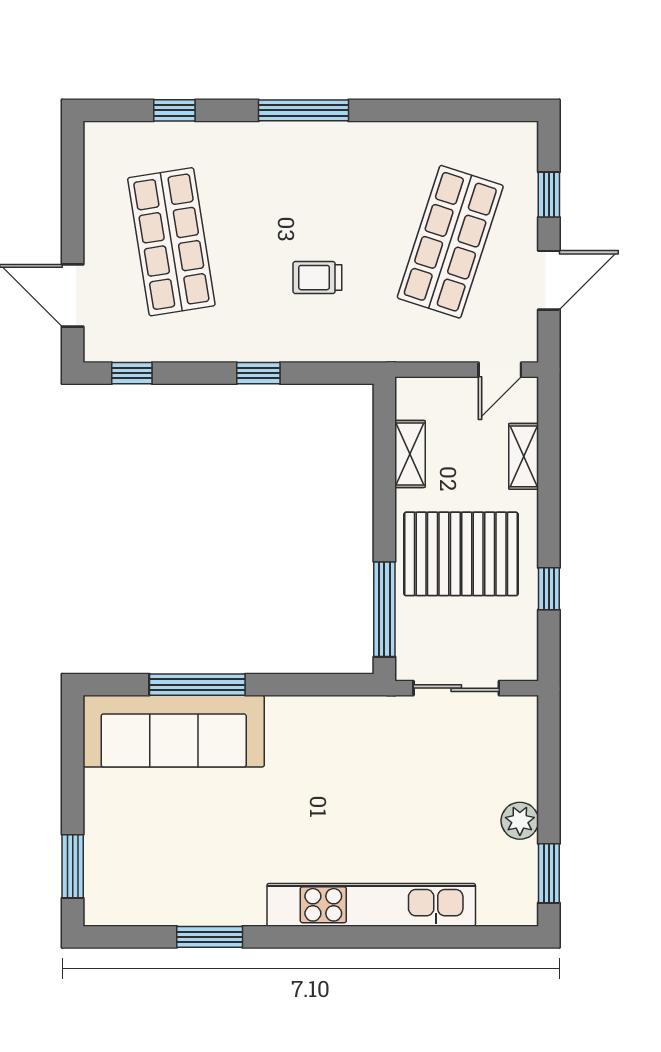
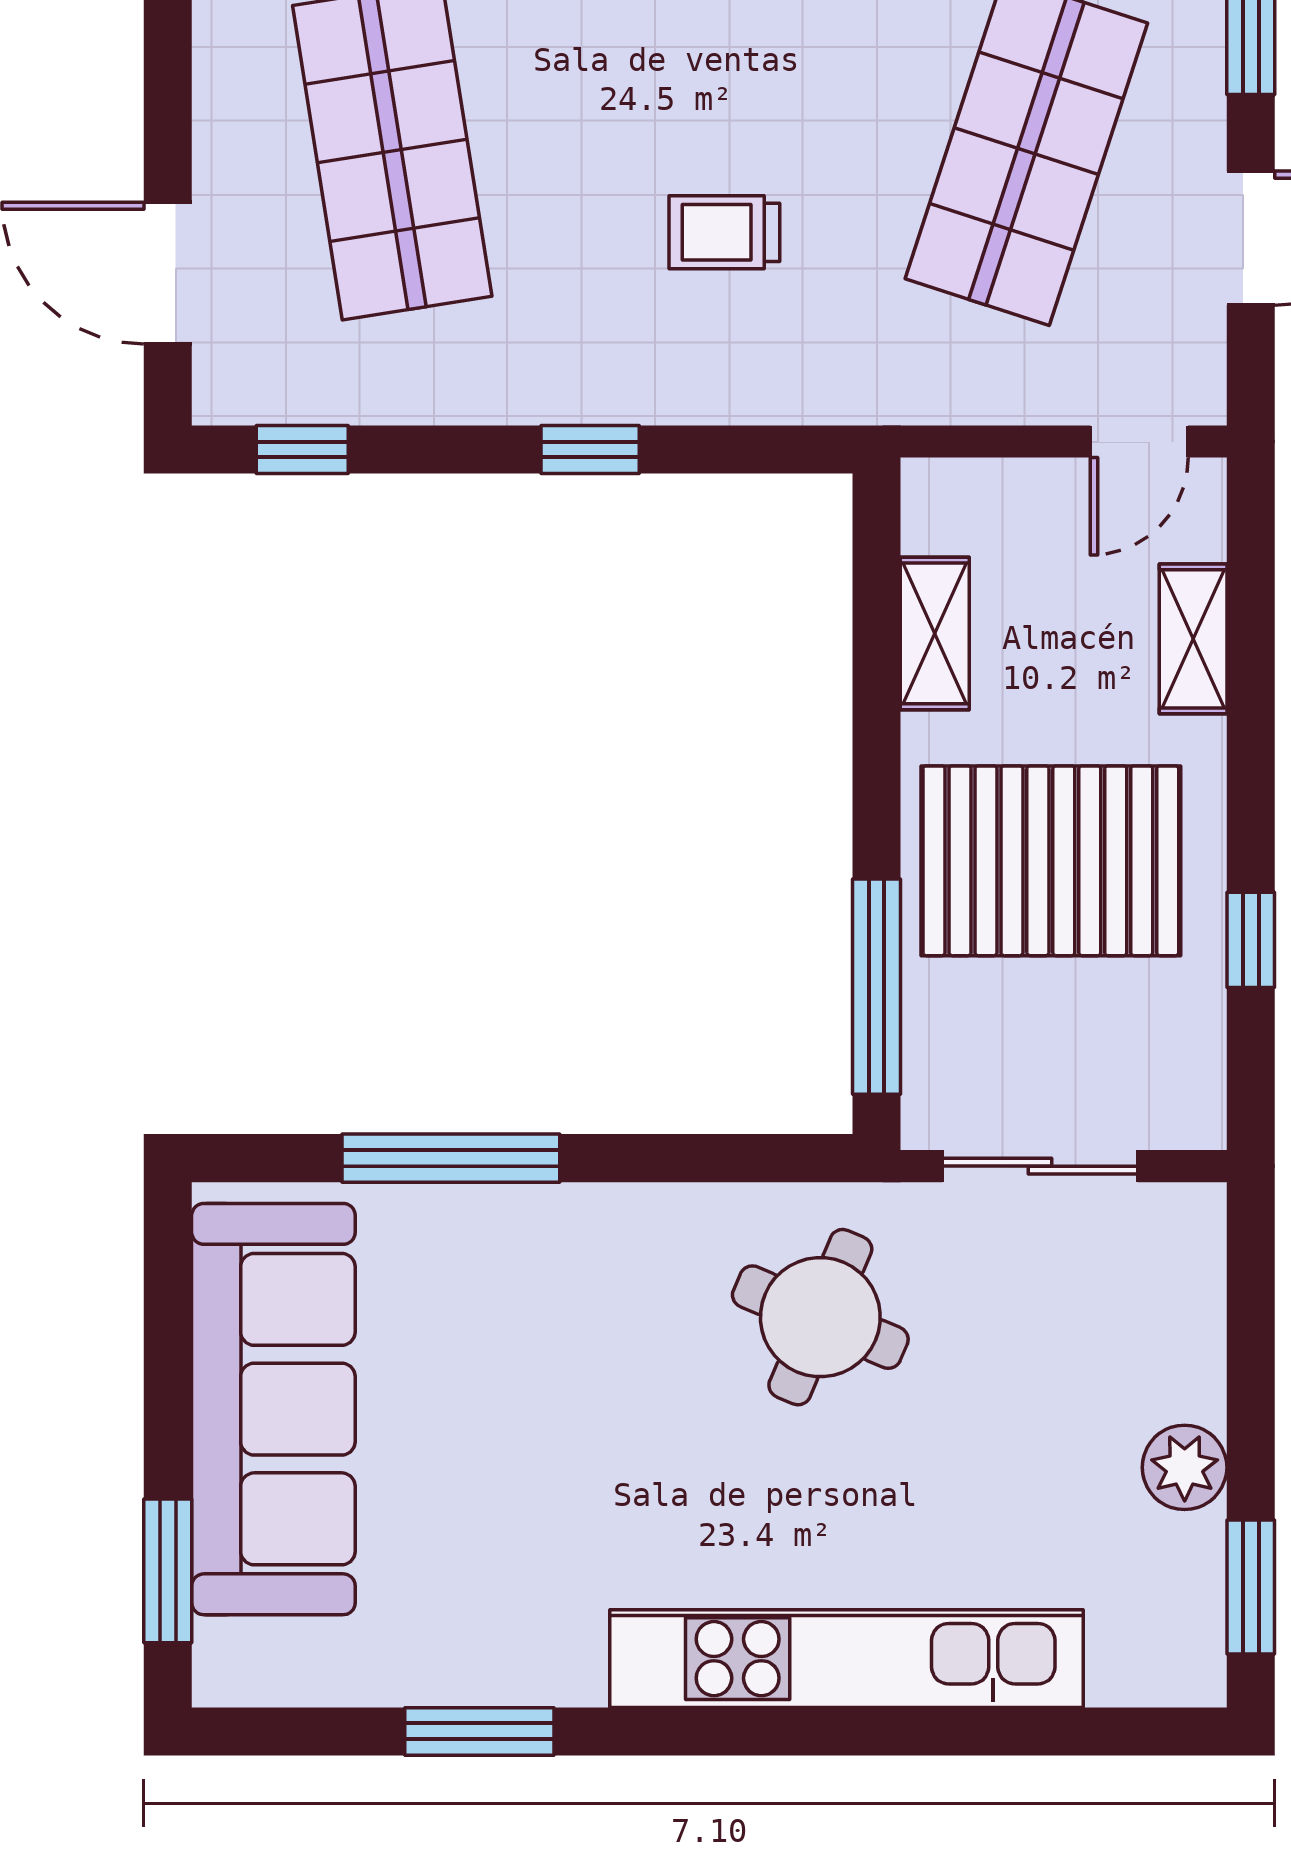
sofa: (174, 731) -> (273, 1409), moved, turned -90
round table: (360, 755) -> (820, 1317), added

